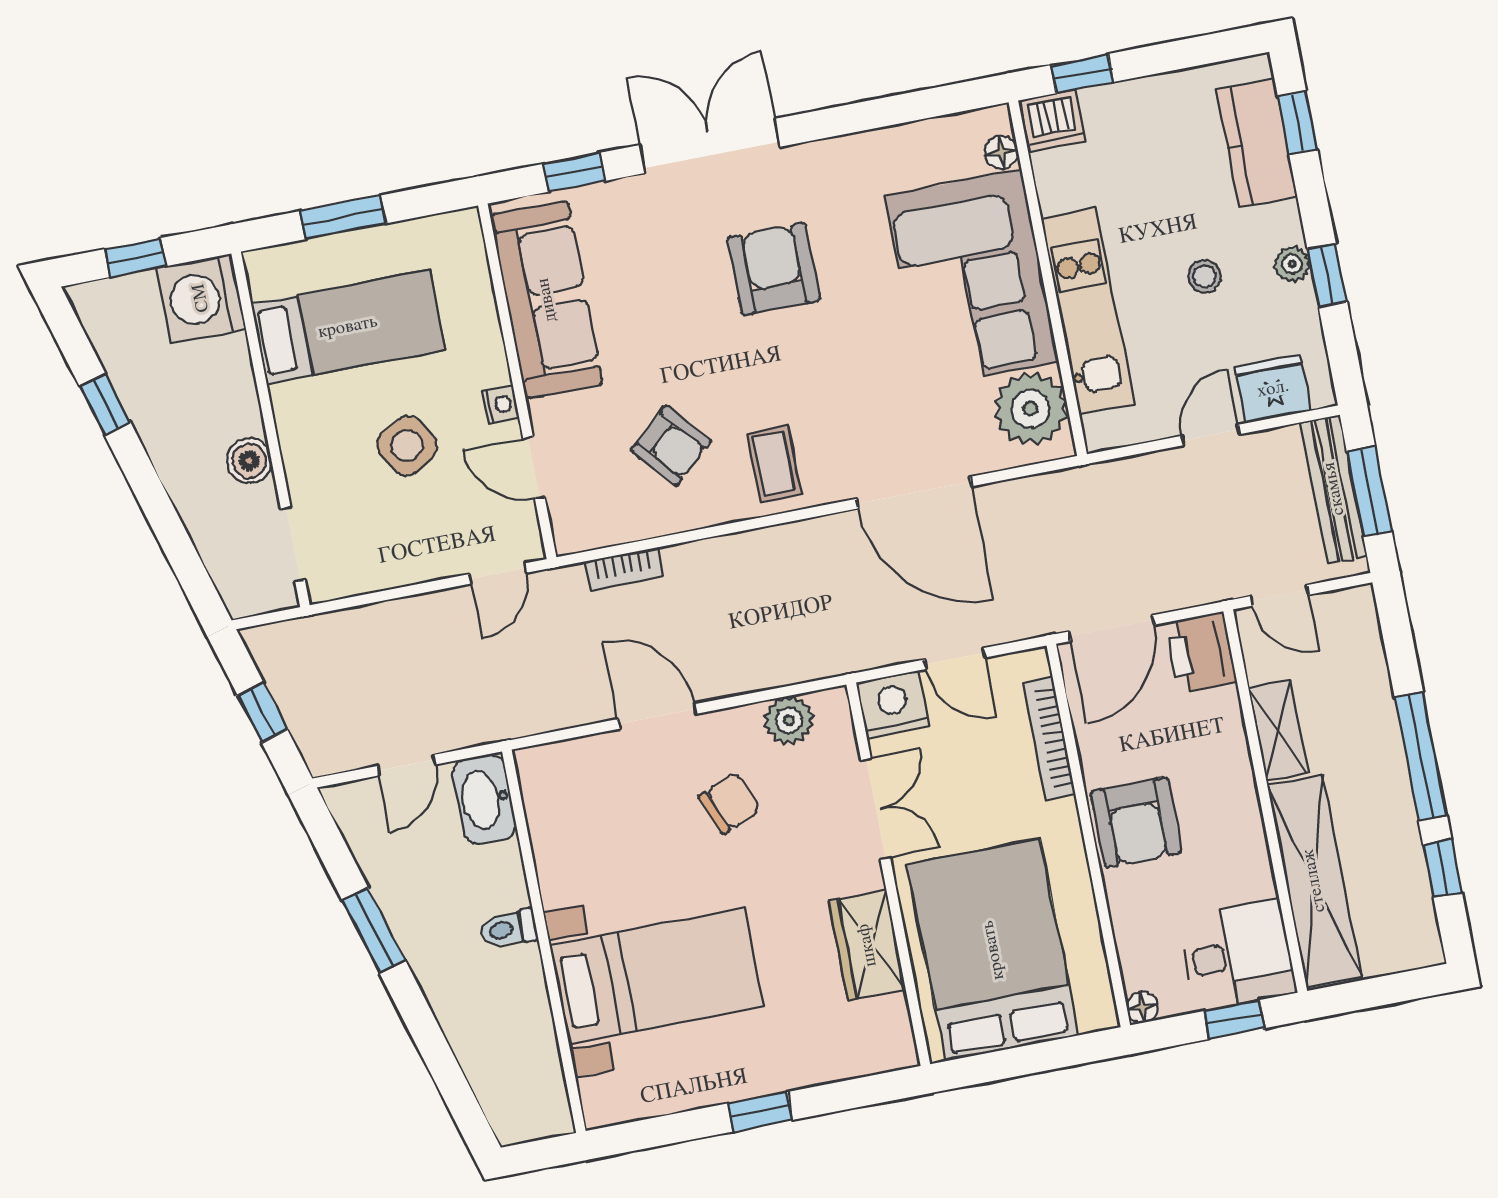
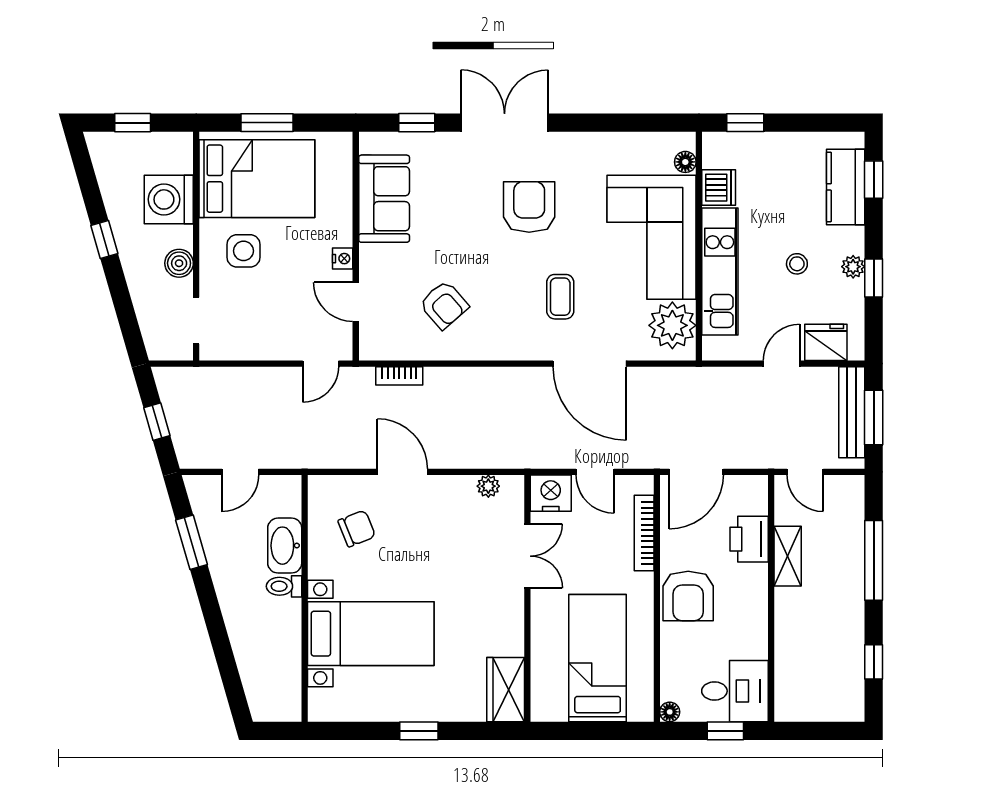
dishwasher: (1053, 121) -> (719, 188), moved, turned -90
washing machine: (201, 298) -> (169, 199), moved
sofa: (547, 300) -> (384, 199), width x0.73
bed: (348, 327) -> (257, 179), width x1.50
window: (105, 404) -> (104, 239), moved
side table: (407, 446) -> (243, 251), moved, turned 31
coffee table: (774, 464) -> (560, 297), moved
printer: (1201, 652) -> (749, 539), moved
plant: (789, 720) -> (488, 486), width x0.73, depth x0.73
window: (1421, 756) -> (874, 560), moved
washbasin: (484, 799) -> (285, 546), moved
chair: (730, 803) -> (357, 528), moved
shelving: (1314, 881) -> (792, 654), removed
window: (374, 930) -> (192, 542), moved
wardrobe: (867, 945) -> (506, 690), moved
bed: (993, 950) -> (598, 658), width x0.67

